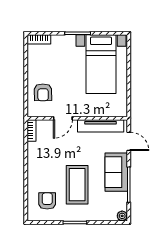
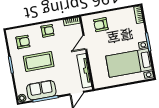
door: (63, 118) -> (85, 42), hinge flipped
armchair: (38, 165) -> (47, 31), added
sofa: (116, 172) -> (41, 90), moved

